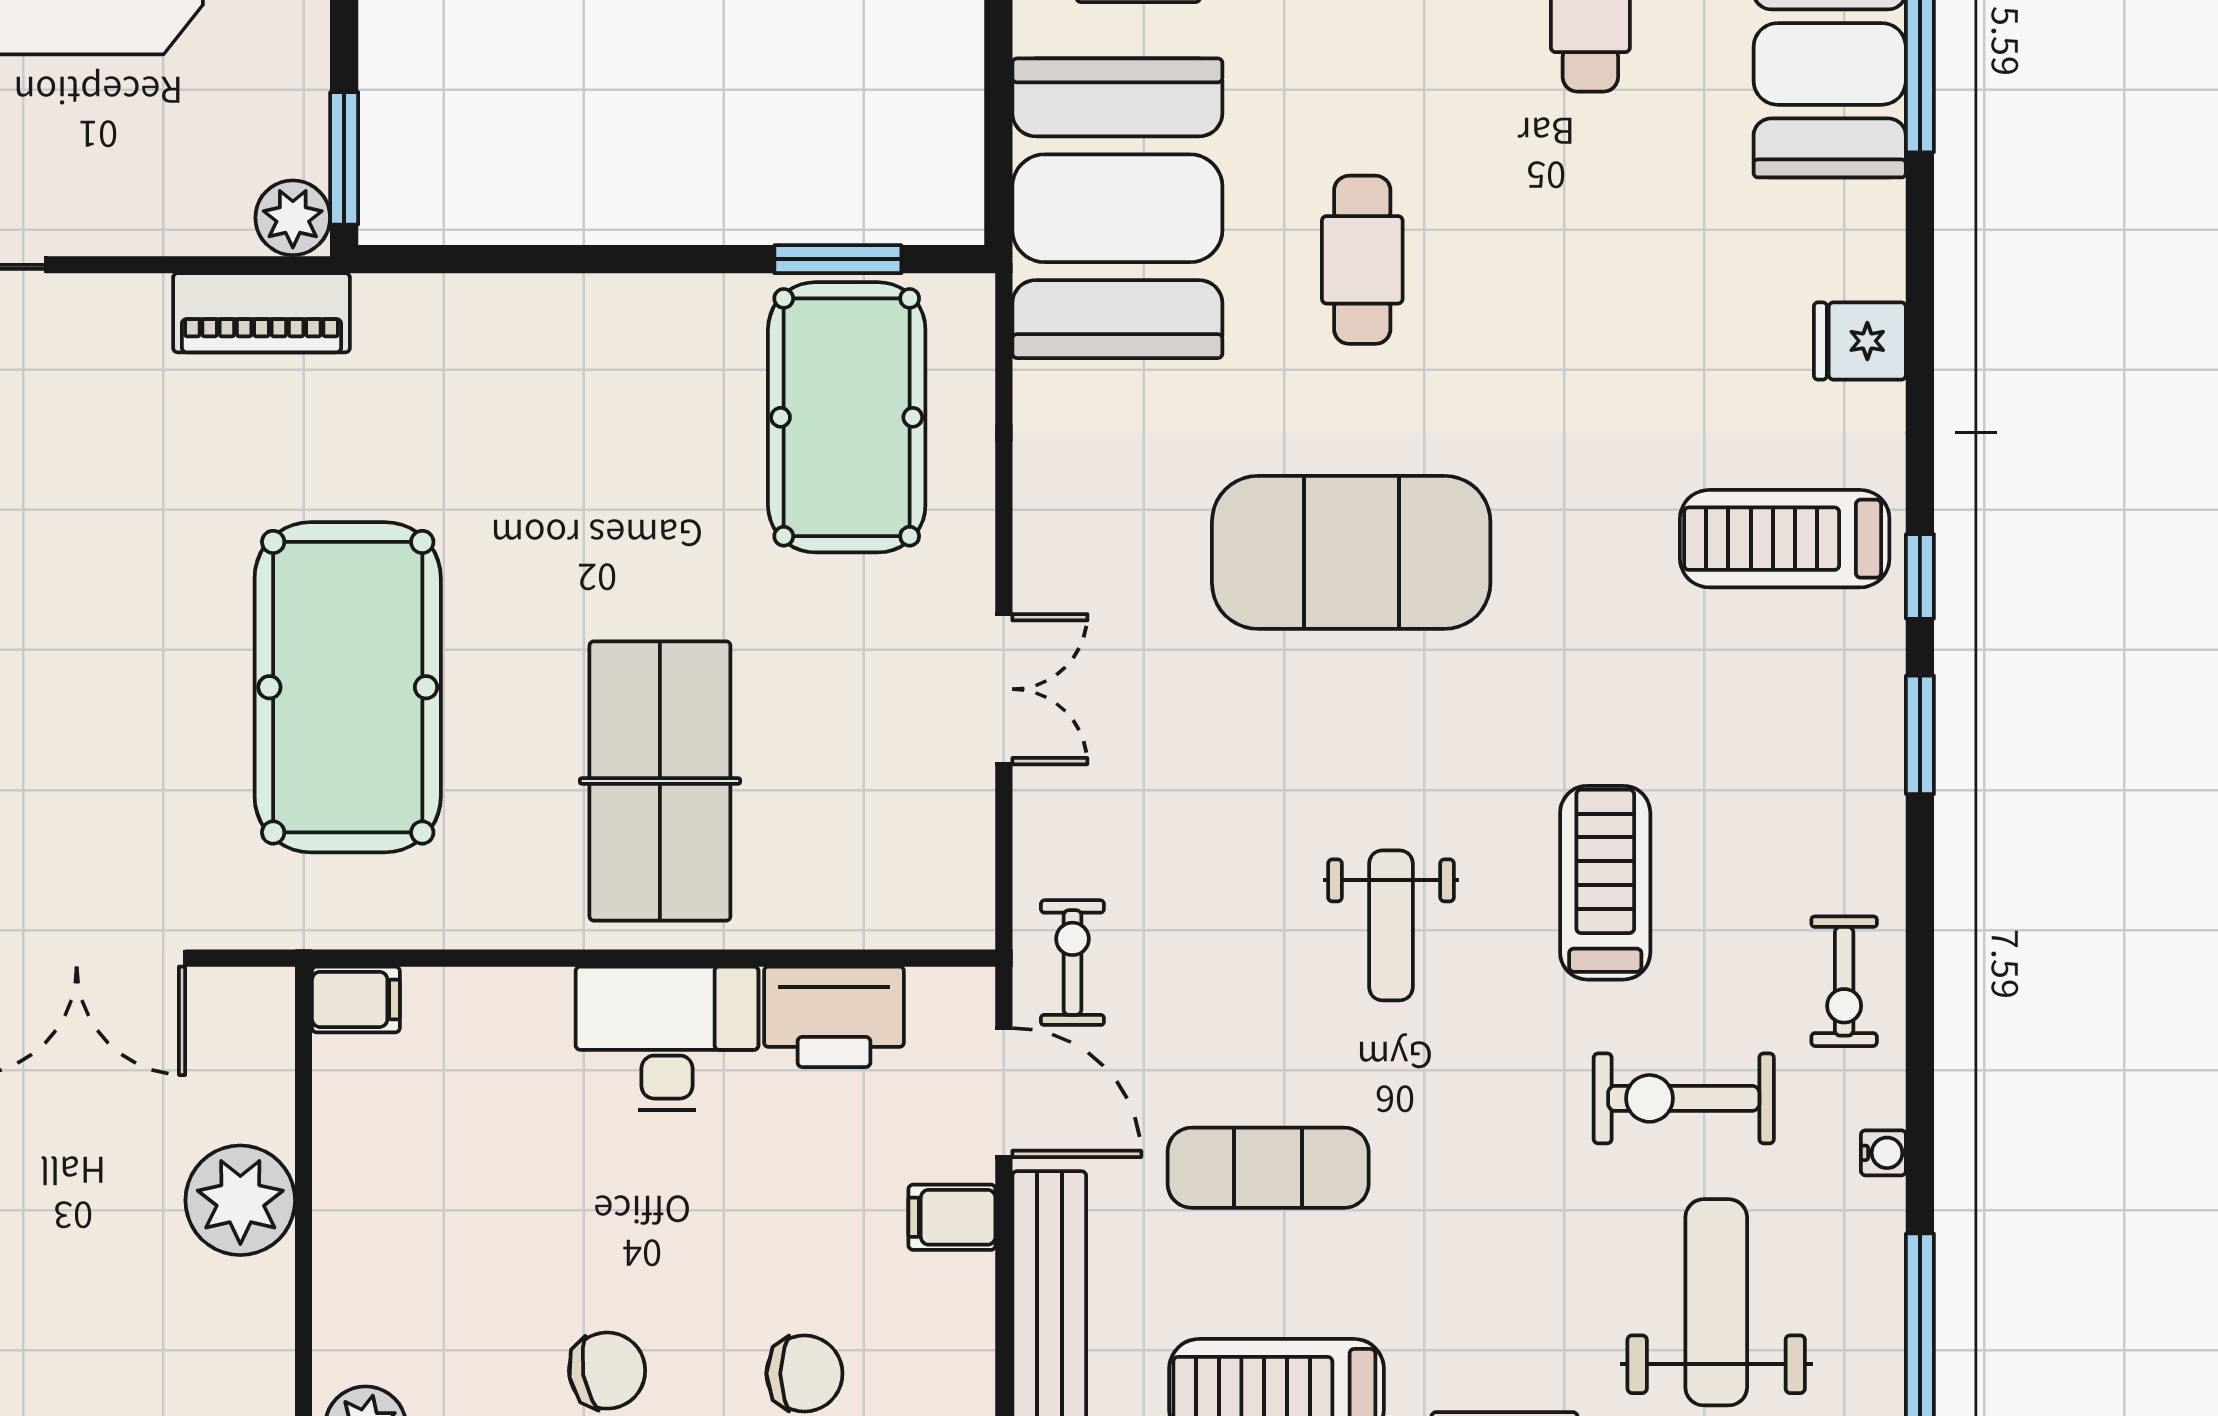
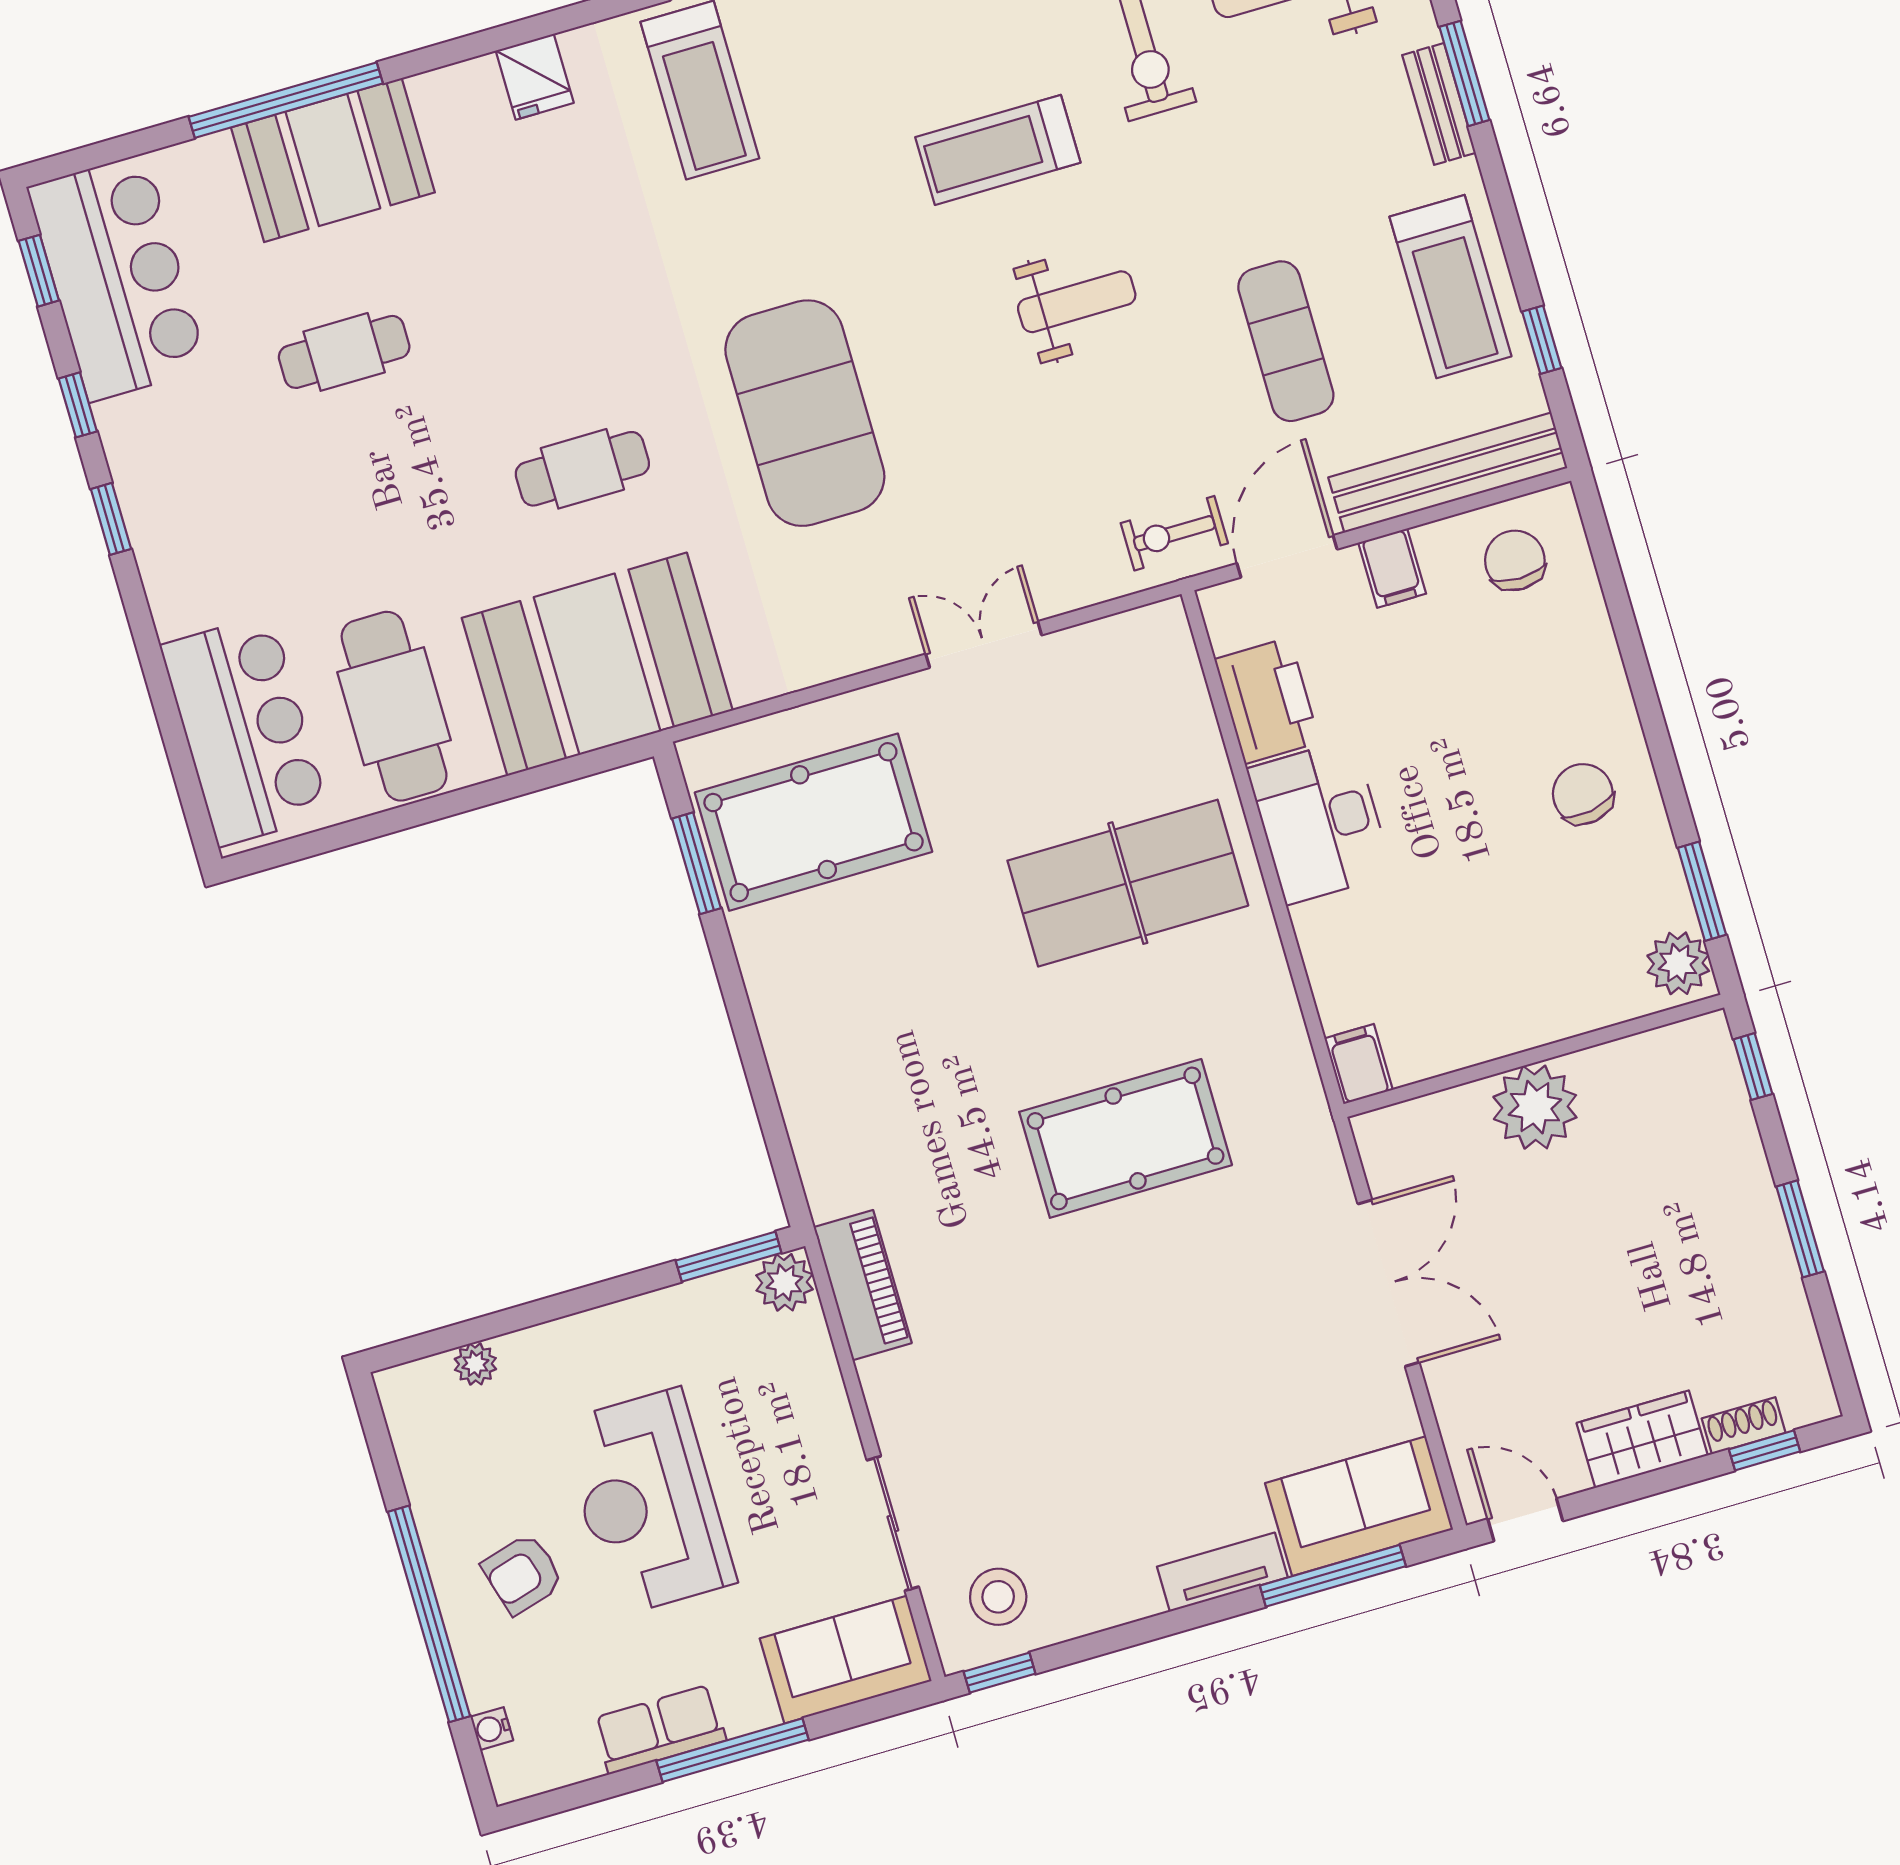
pool table: (348, 687) -> (1126, 1138), width x0.73, depth x0.76
chair: (804, 1374) -> (1515, 560), moved

